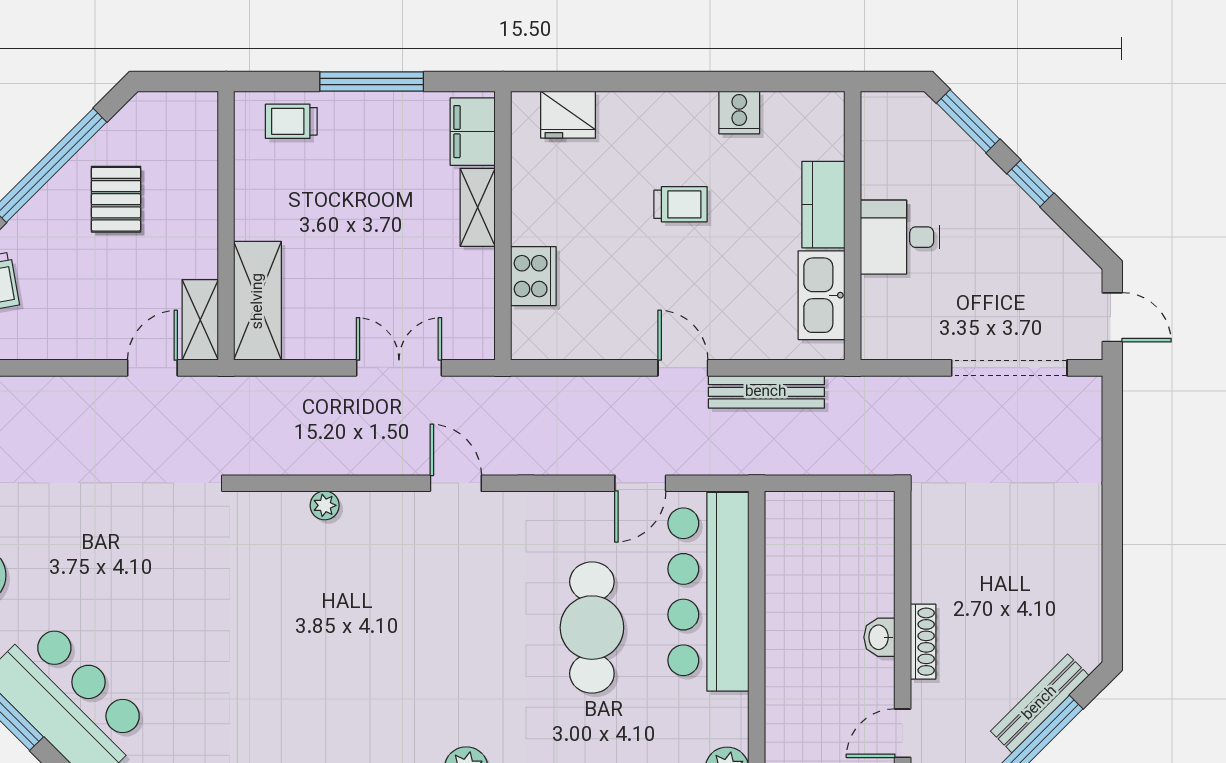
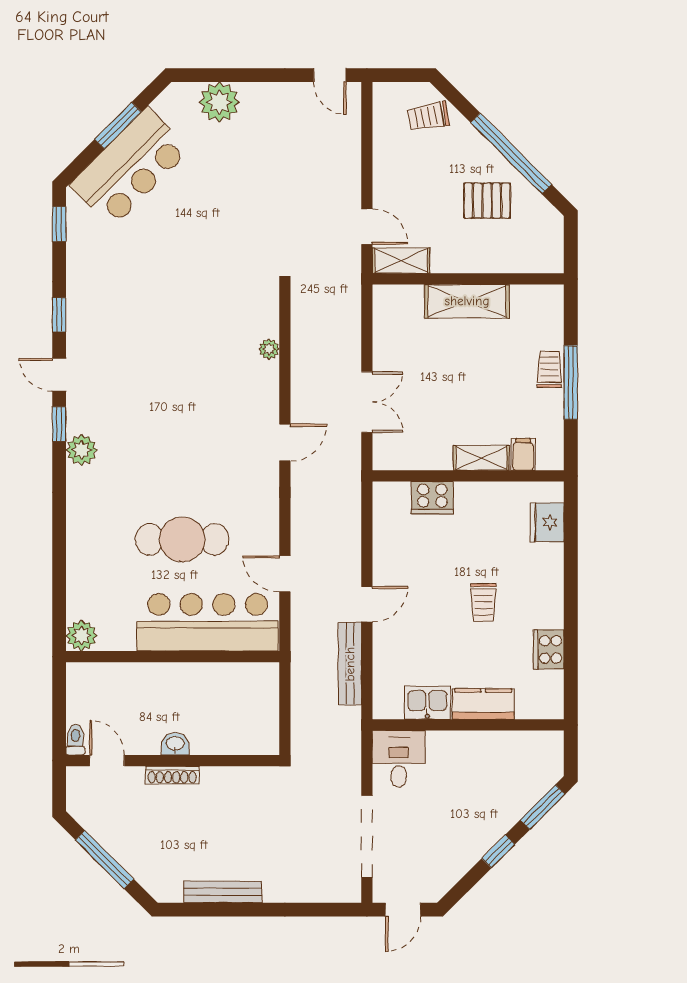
cooker: (739, 113) -> (549, 649), width x1.36
trolley: (291, 121) -> (549, 369), moved
filing cabinet: (473, 132) -> (523, 454), width x0.50
desk: (900, 237) -> (399, 759), moved
kitchen sink: (822, 295) -> (427, 703), width x0.73
shelving: (258, 301) -> (467, 301), moved
bench: (1040, 703) -> (223, 892), moved, turned -45

